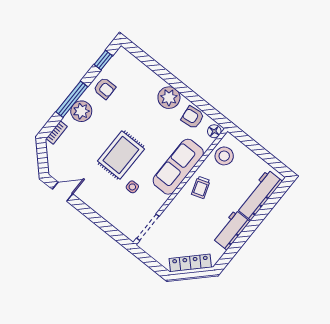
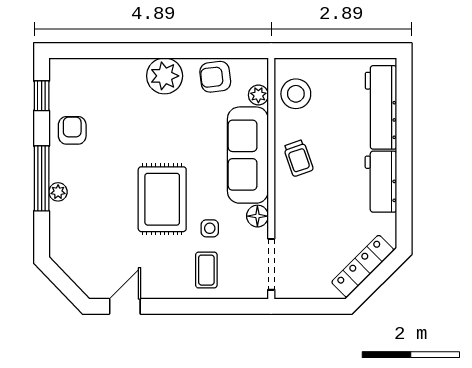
armchair: (105, 88) -> (72, 130), turned -90
plant: (81, 111) -> (58, 192), width x0.53, depth x0.53
floor lamp: (214, 131) -> (257, 216), moved
bookcase: (57, 132) -> (56, 237), removed
plant: (206, 142) -> (258, 95), added
coffee table: (115, 205) -> (206, 270), added

